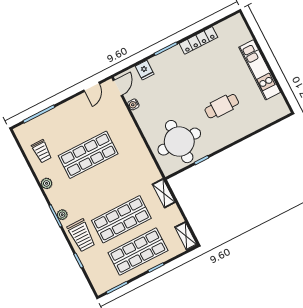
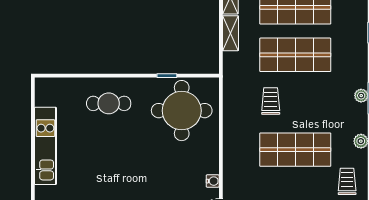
cafe table: (222, 106) -> (109, 103), moved
shelving: (164, 193) -> (230, 33), moved
trolley: (81, 235) -> (271, 101), moved, width x0.73, depth x0.72

